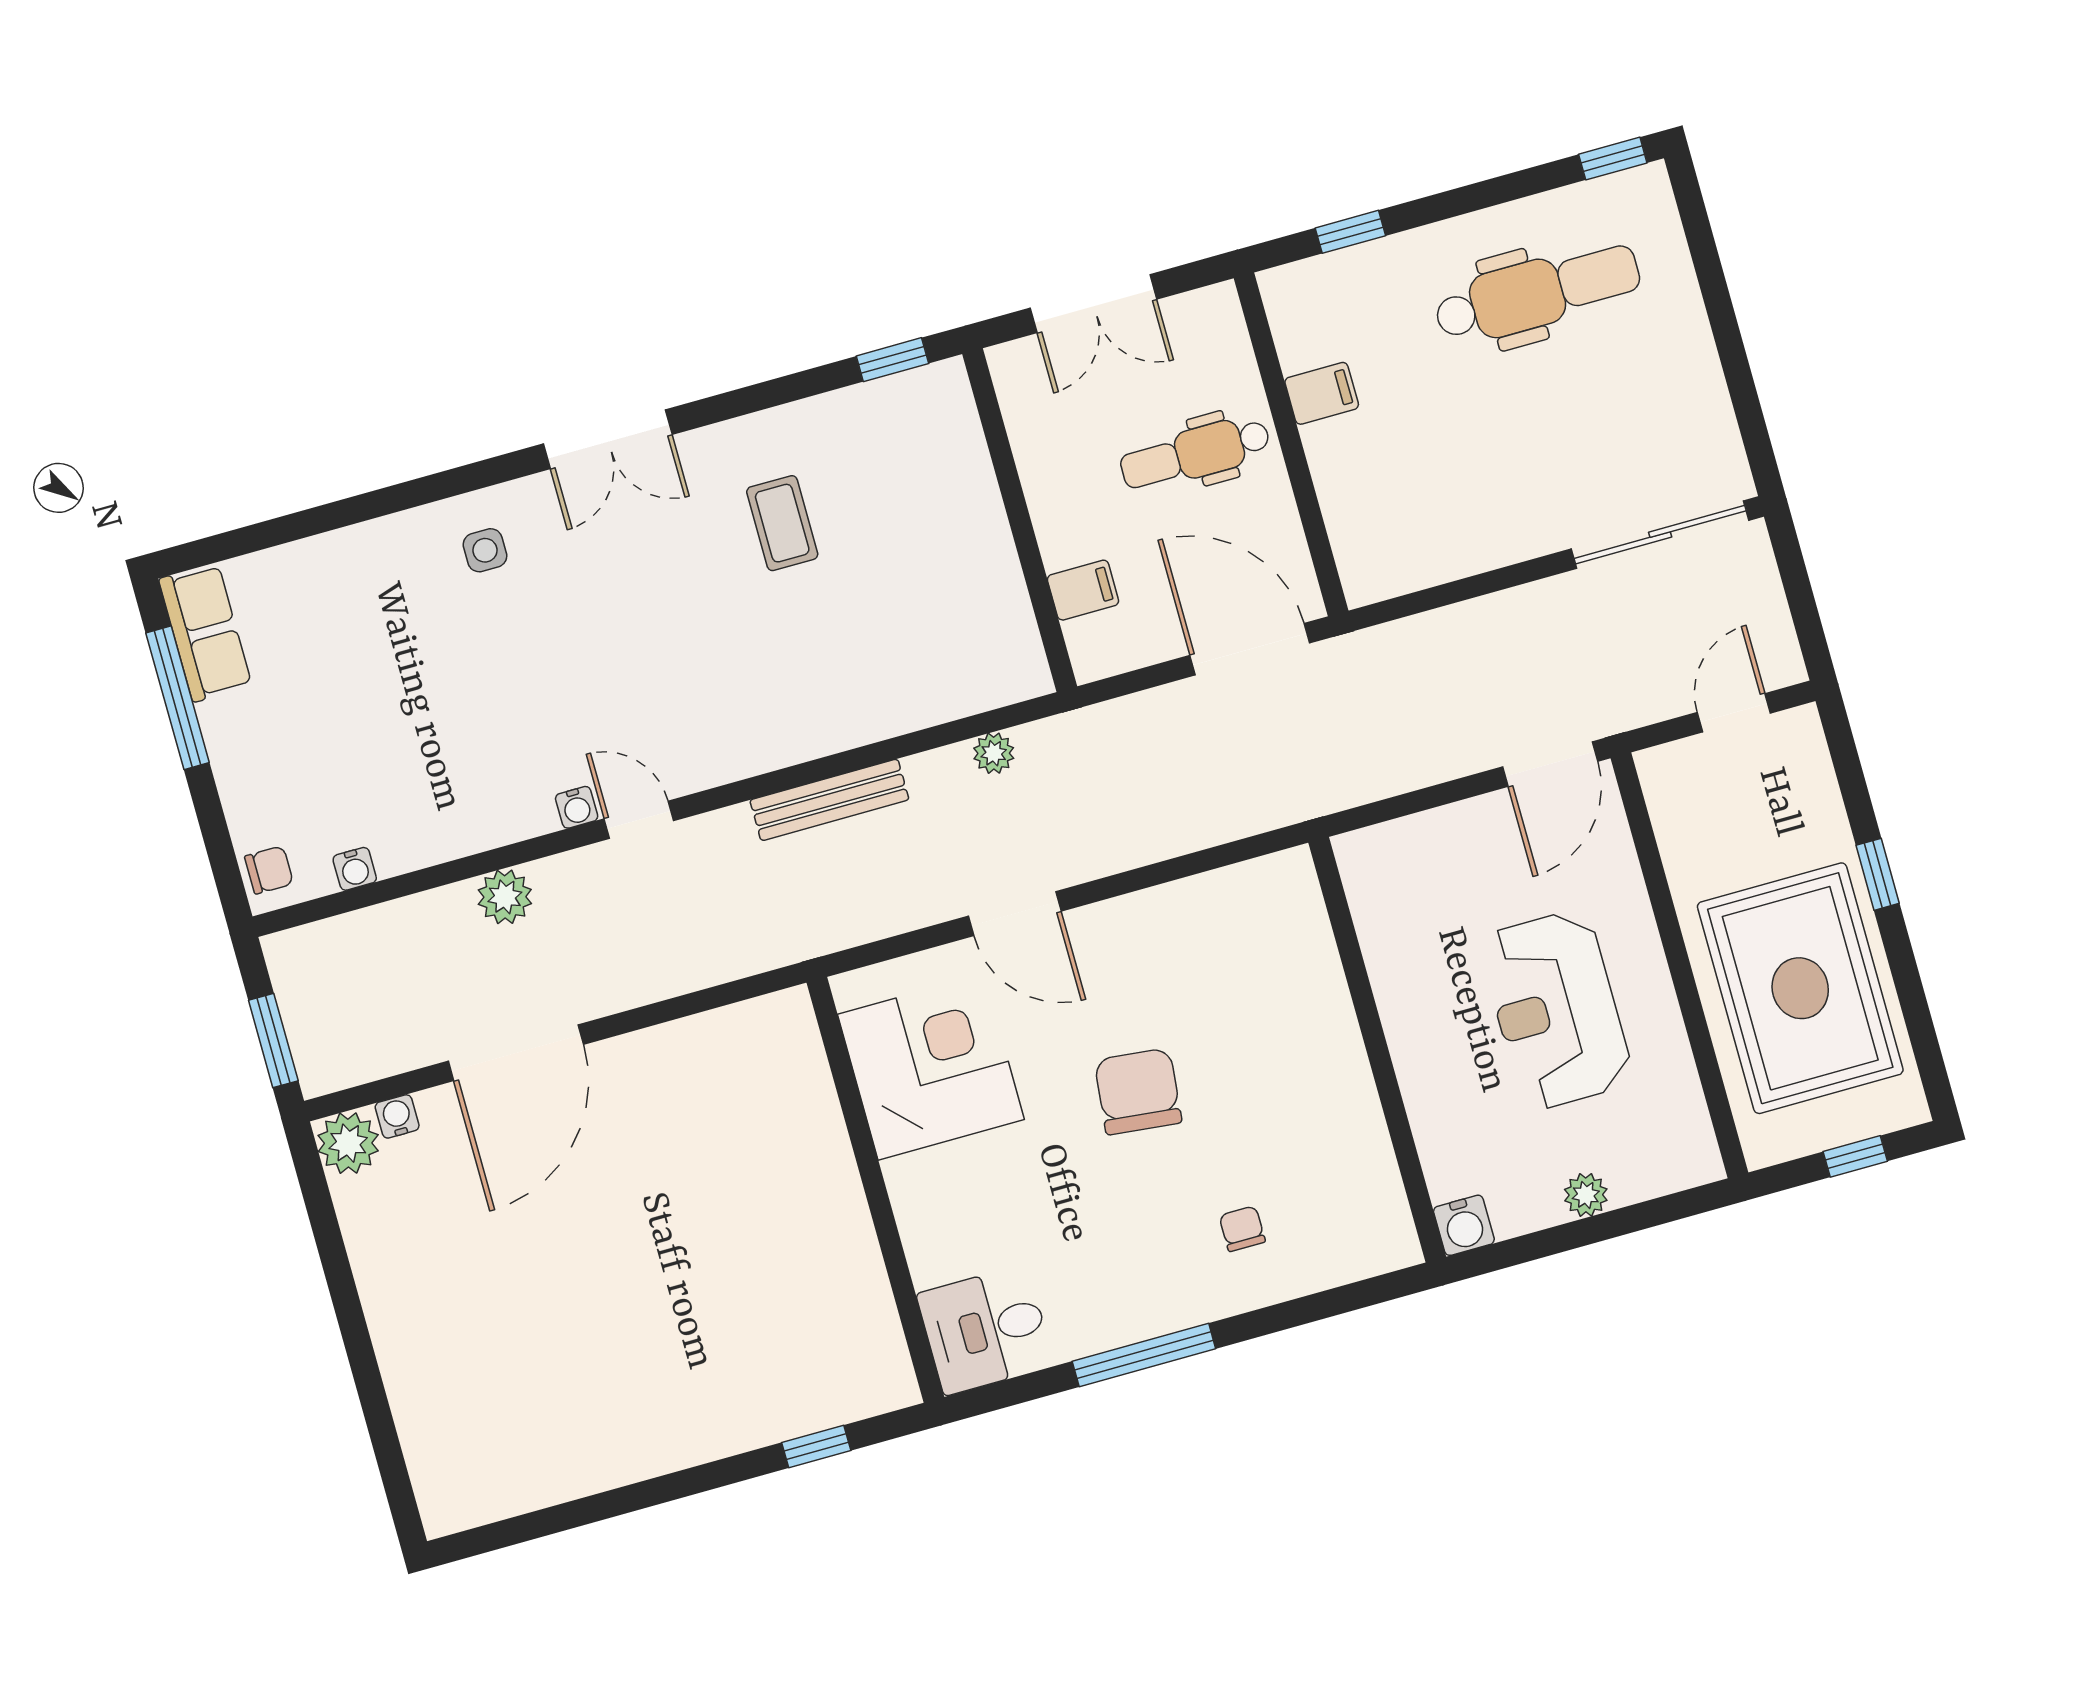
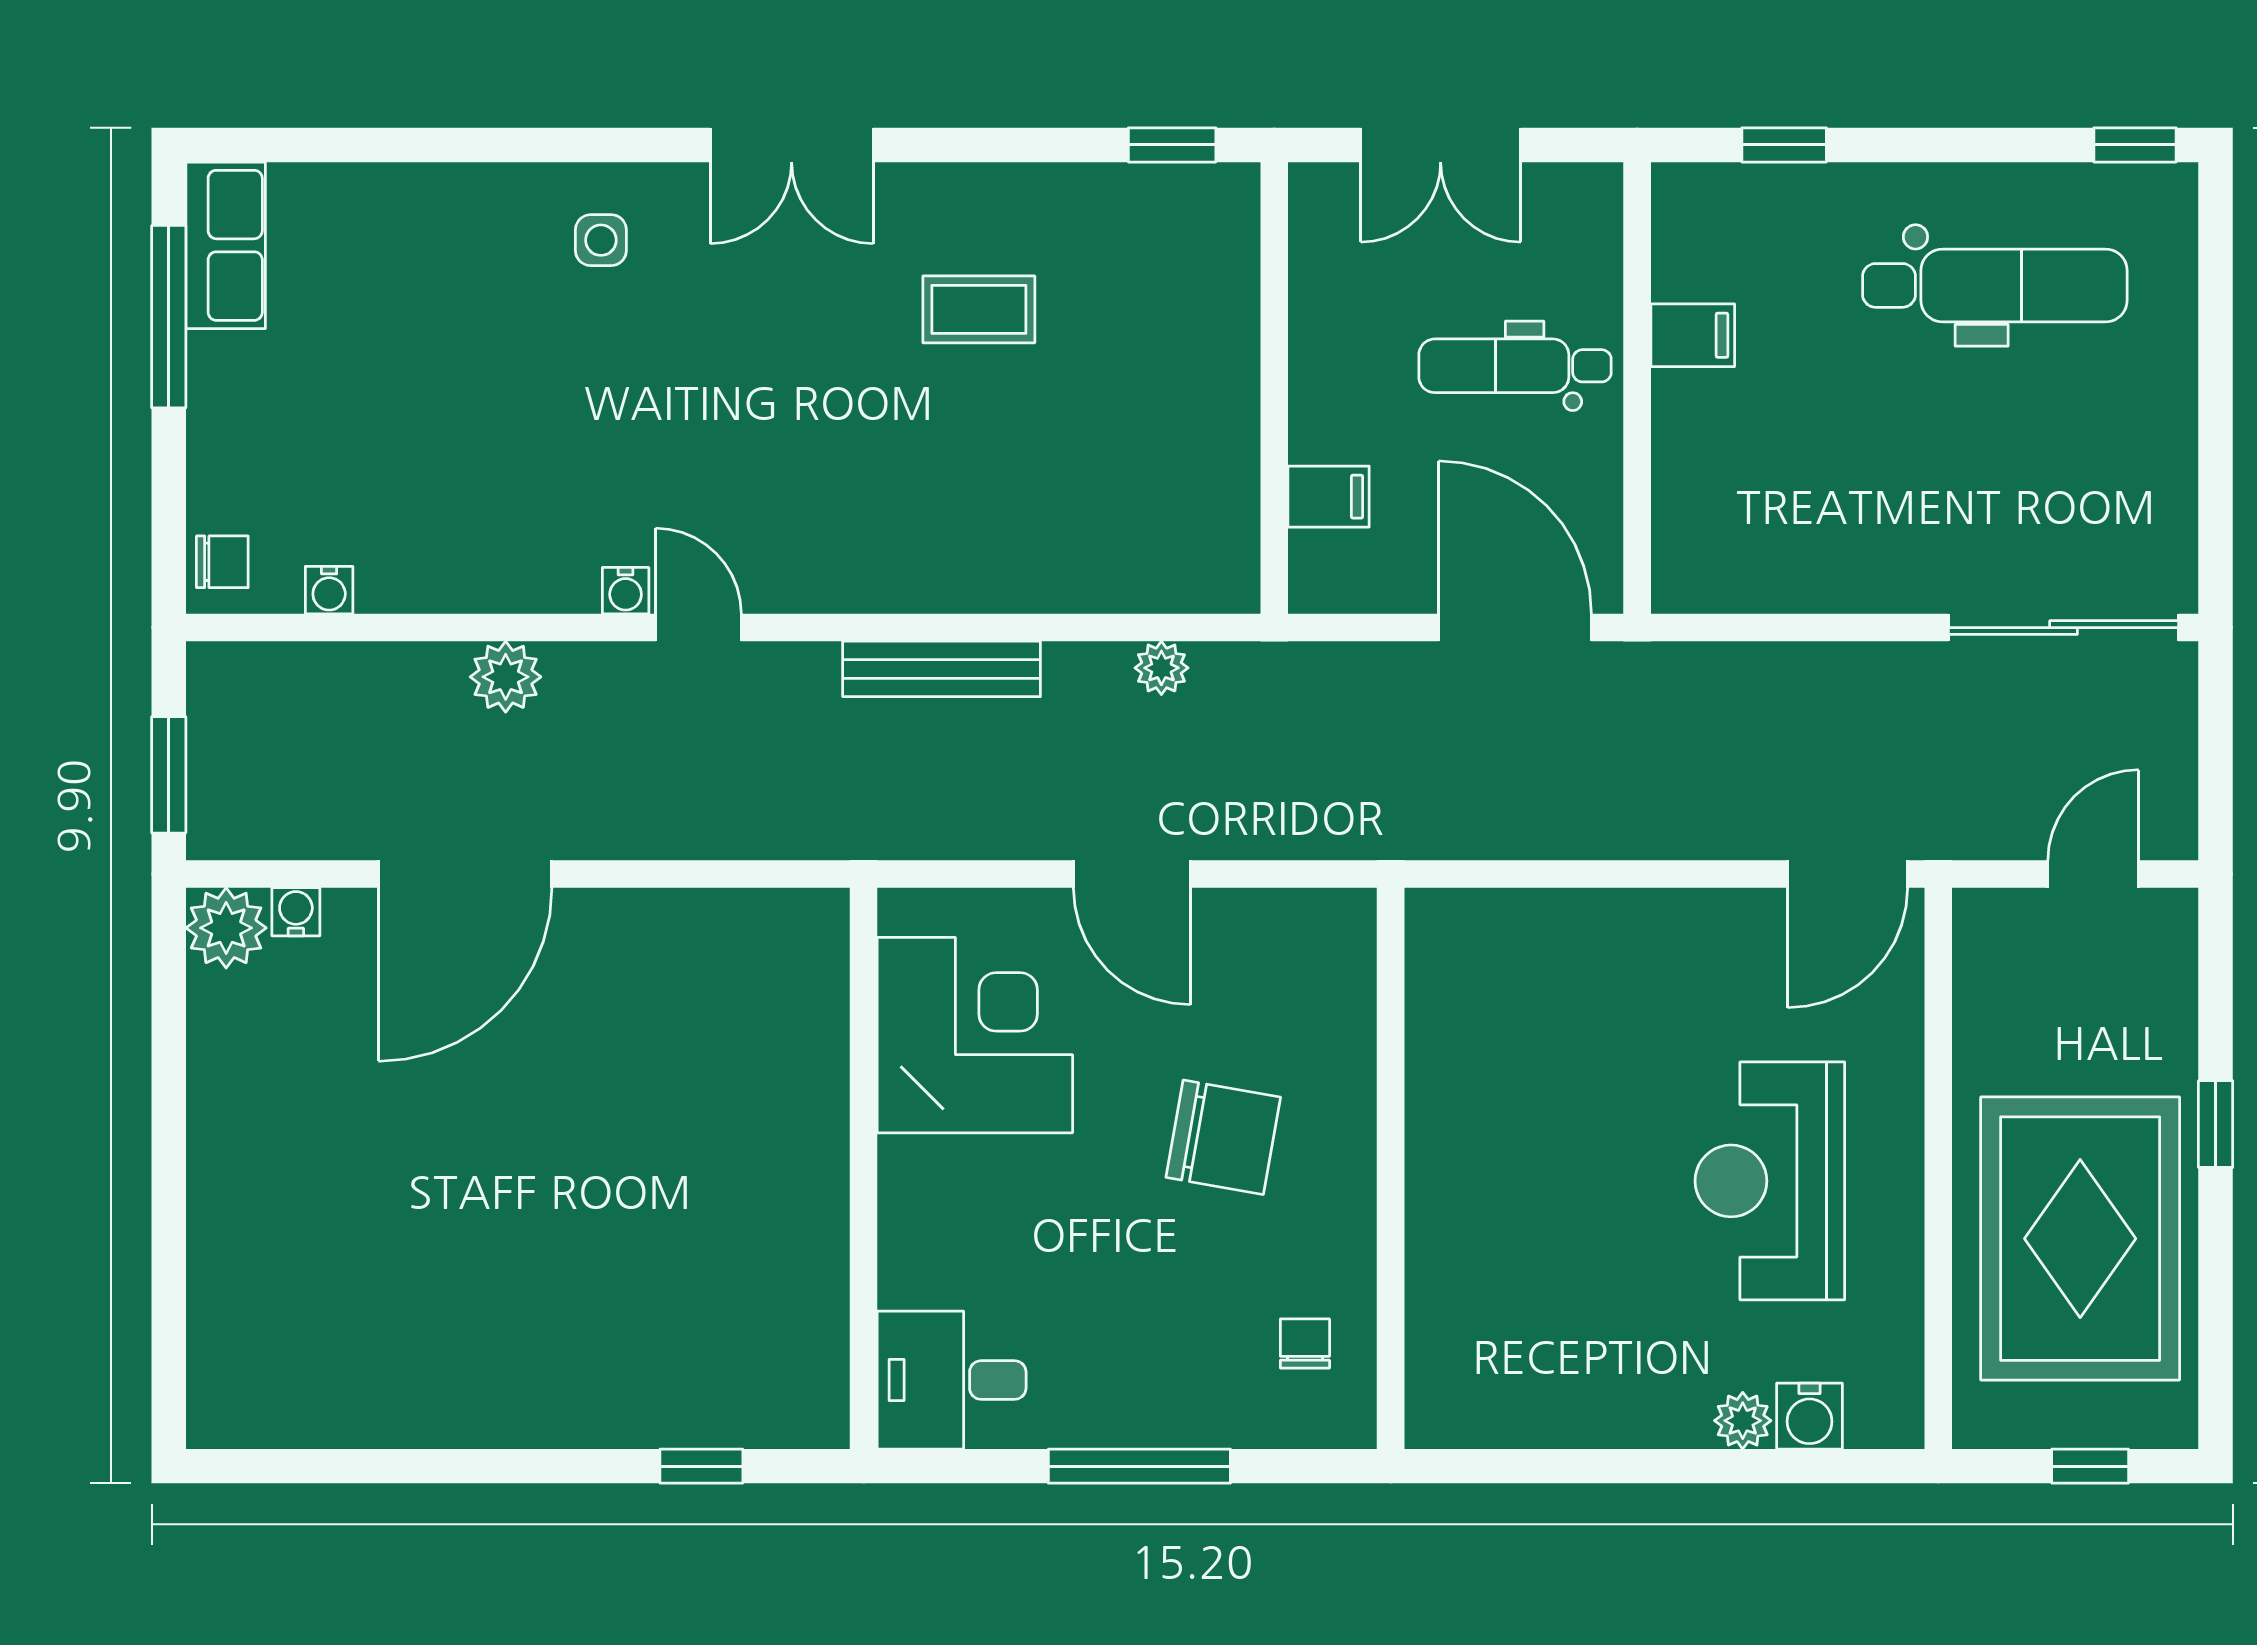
coffee table: (782, 523) -> (979, 309), turned 90
wall: (1377, 1050) -> (1391, 1168), moved
chair: (1138, 1091) -> (1223, 1137), turned 94
water cooler: (1464, 1225) -> (1809, 1416), moved

